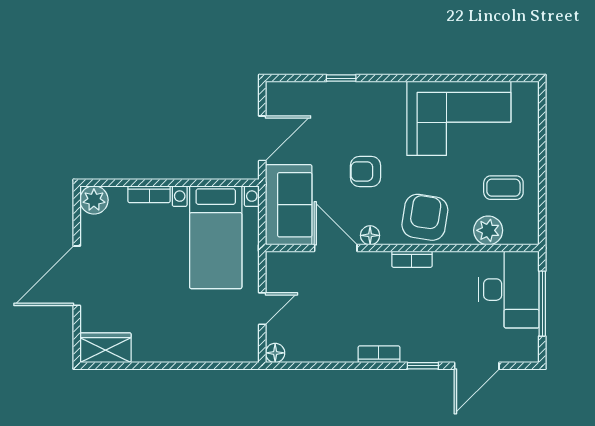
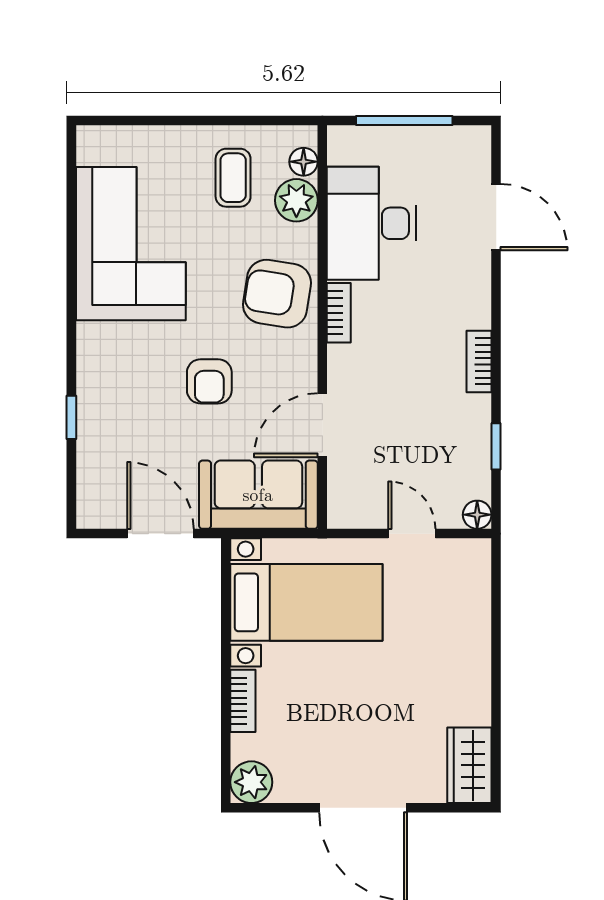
floor lamp: (370, 235) -> (304, 162), moved
desk: (509, 290) -> (371, 223), moved, turned -90
window: (423, 366) -> (496, 446), moved

